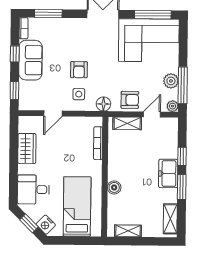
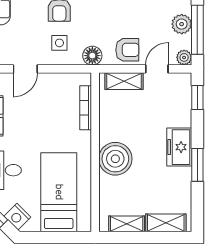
window: (182, 156) -> (197, 97), moved
boiler: (114, 187) -> (115, 159), width x1.86, depth x1.86
shelving: (170, 219) -> (166, 223), moved, turned 90

